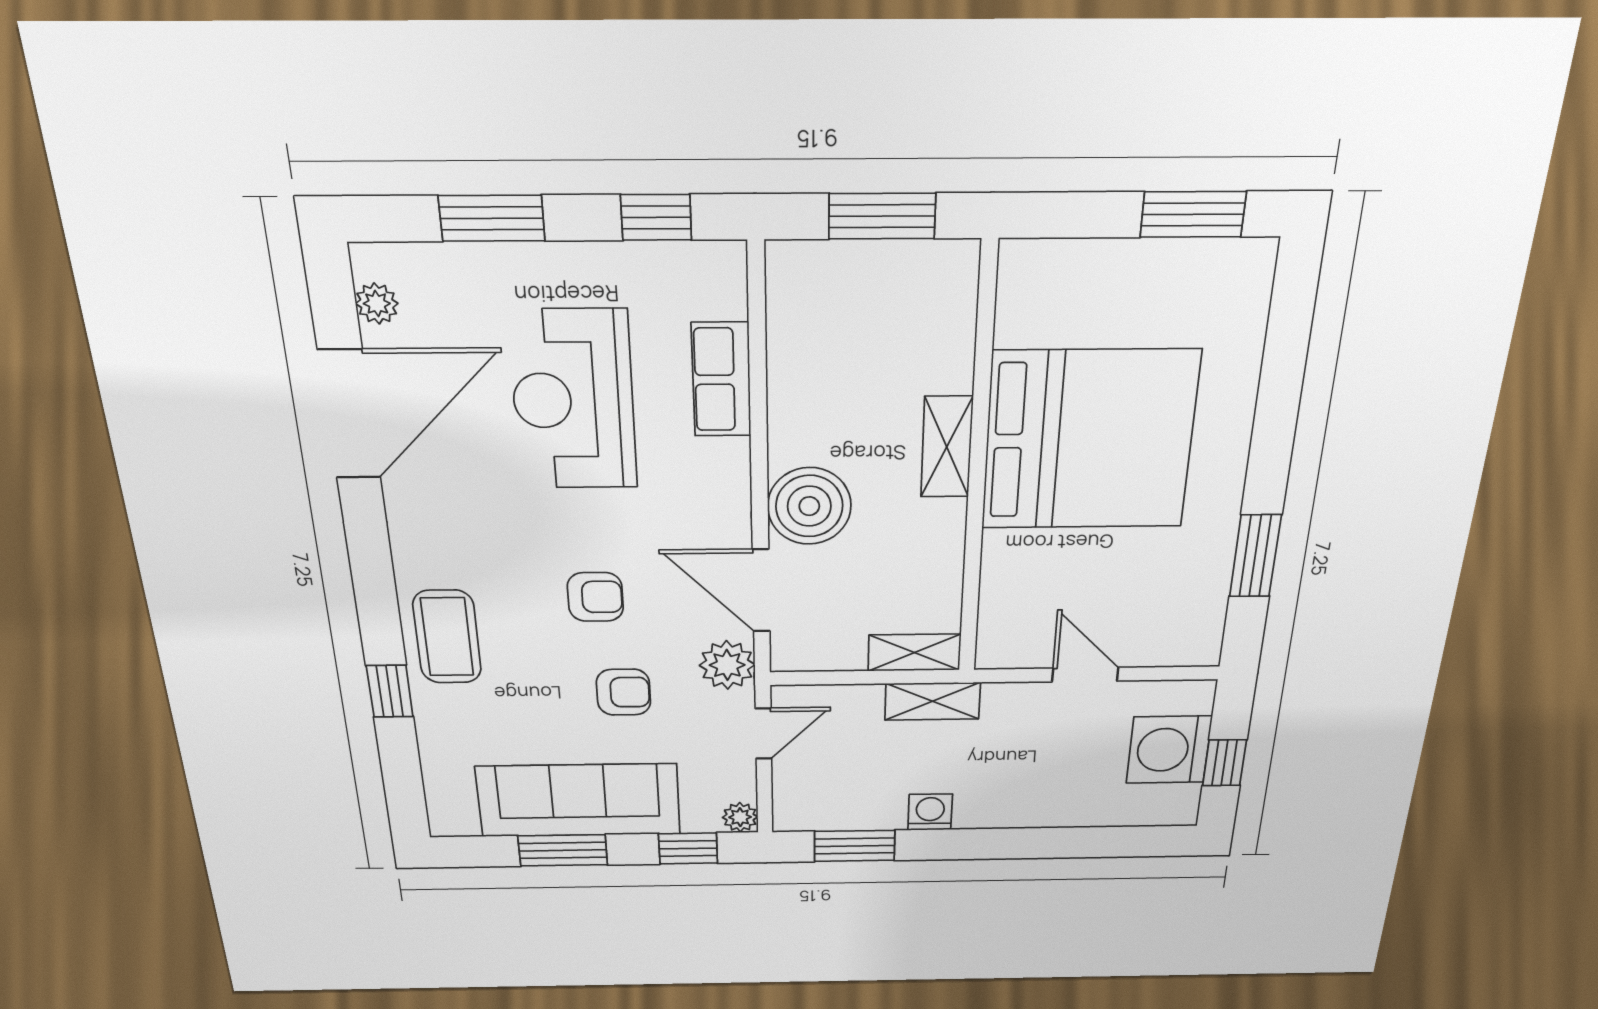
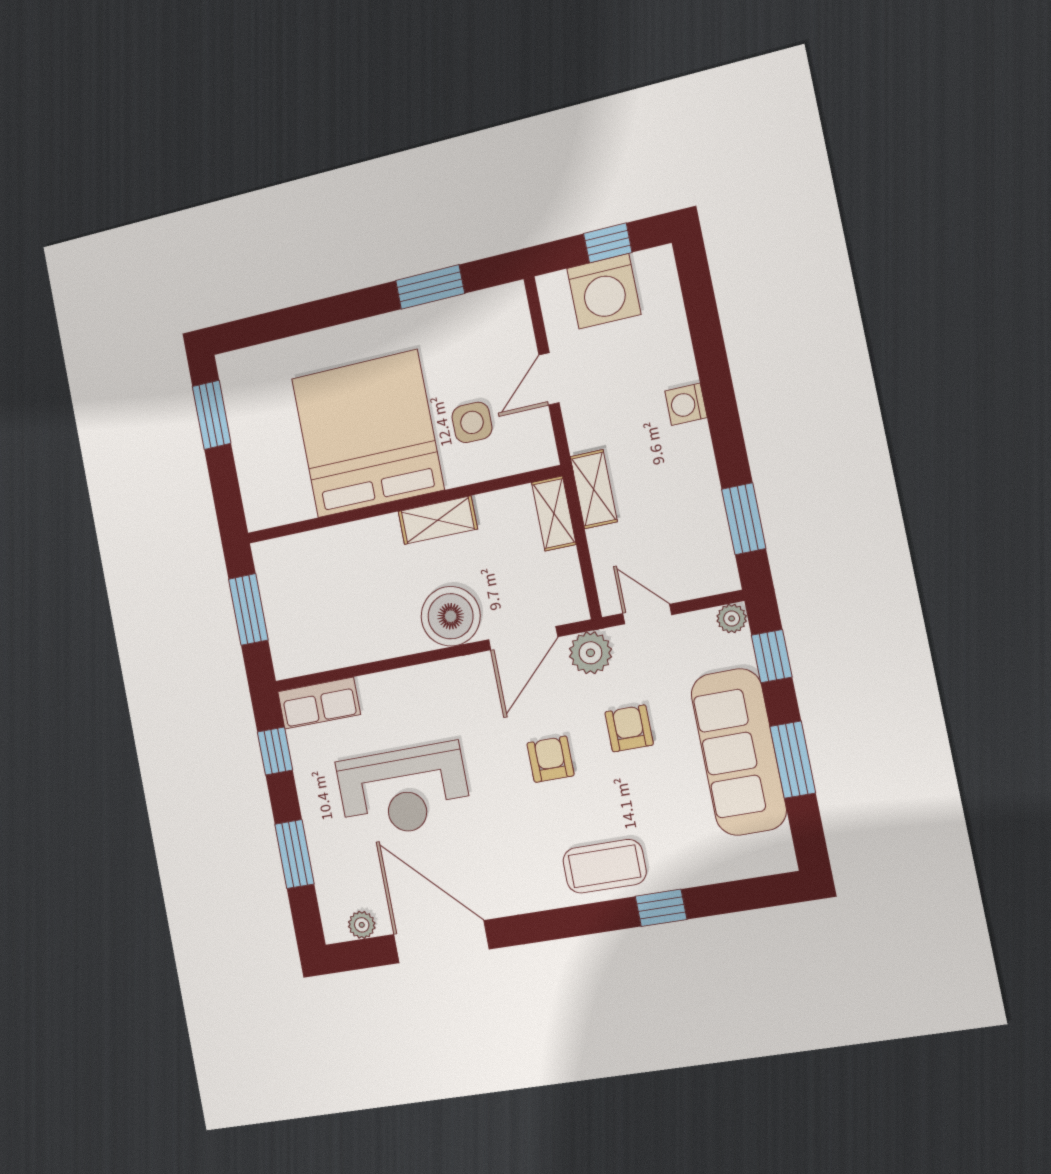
row of seats: (721, 380) -> (319, 703), moved
shelving: (947, 447) -> (438, 520), moved
side table: (1060, 577) -> (472, 422), added
washing machine: (930, 812) -> (686, 404), moved

